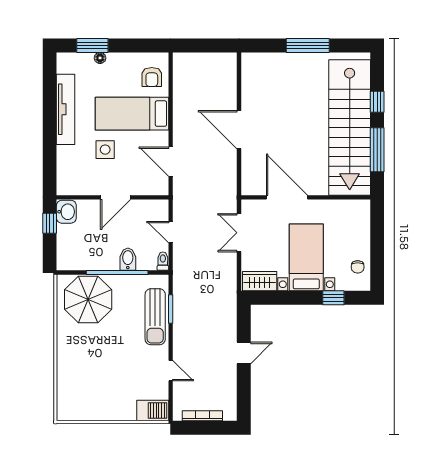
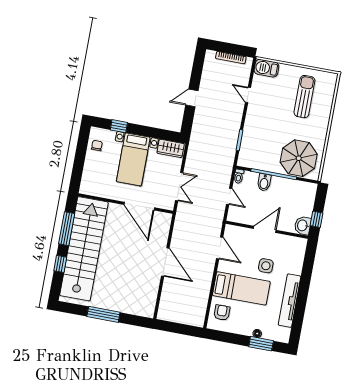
sun lounger: (155, 317) -> (304, 97), moved

